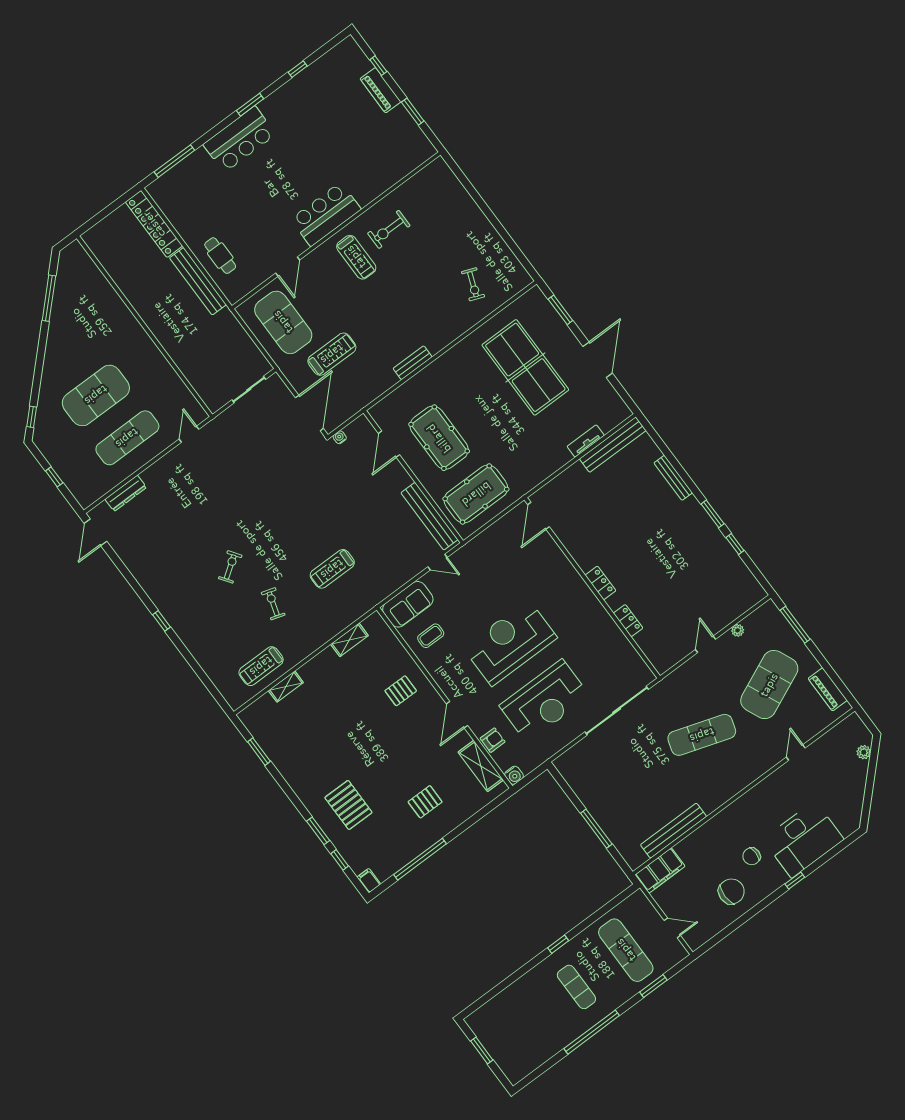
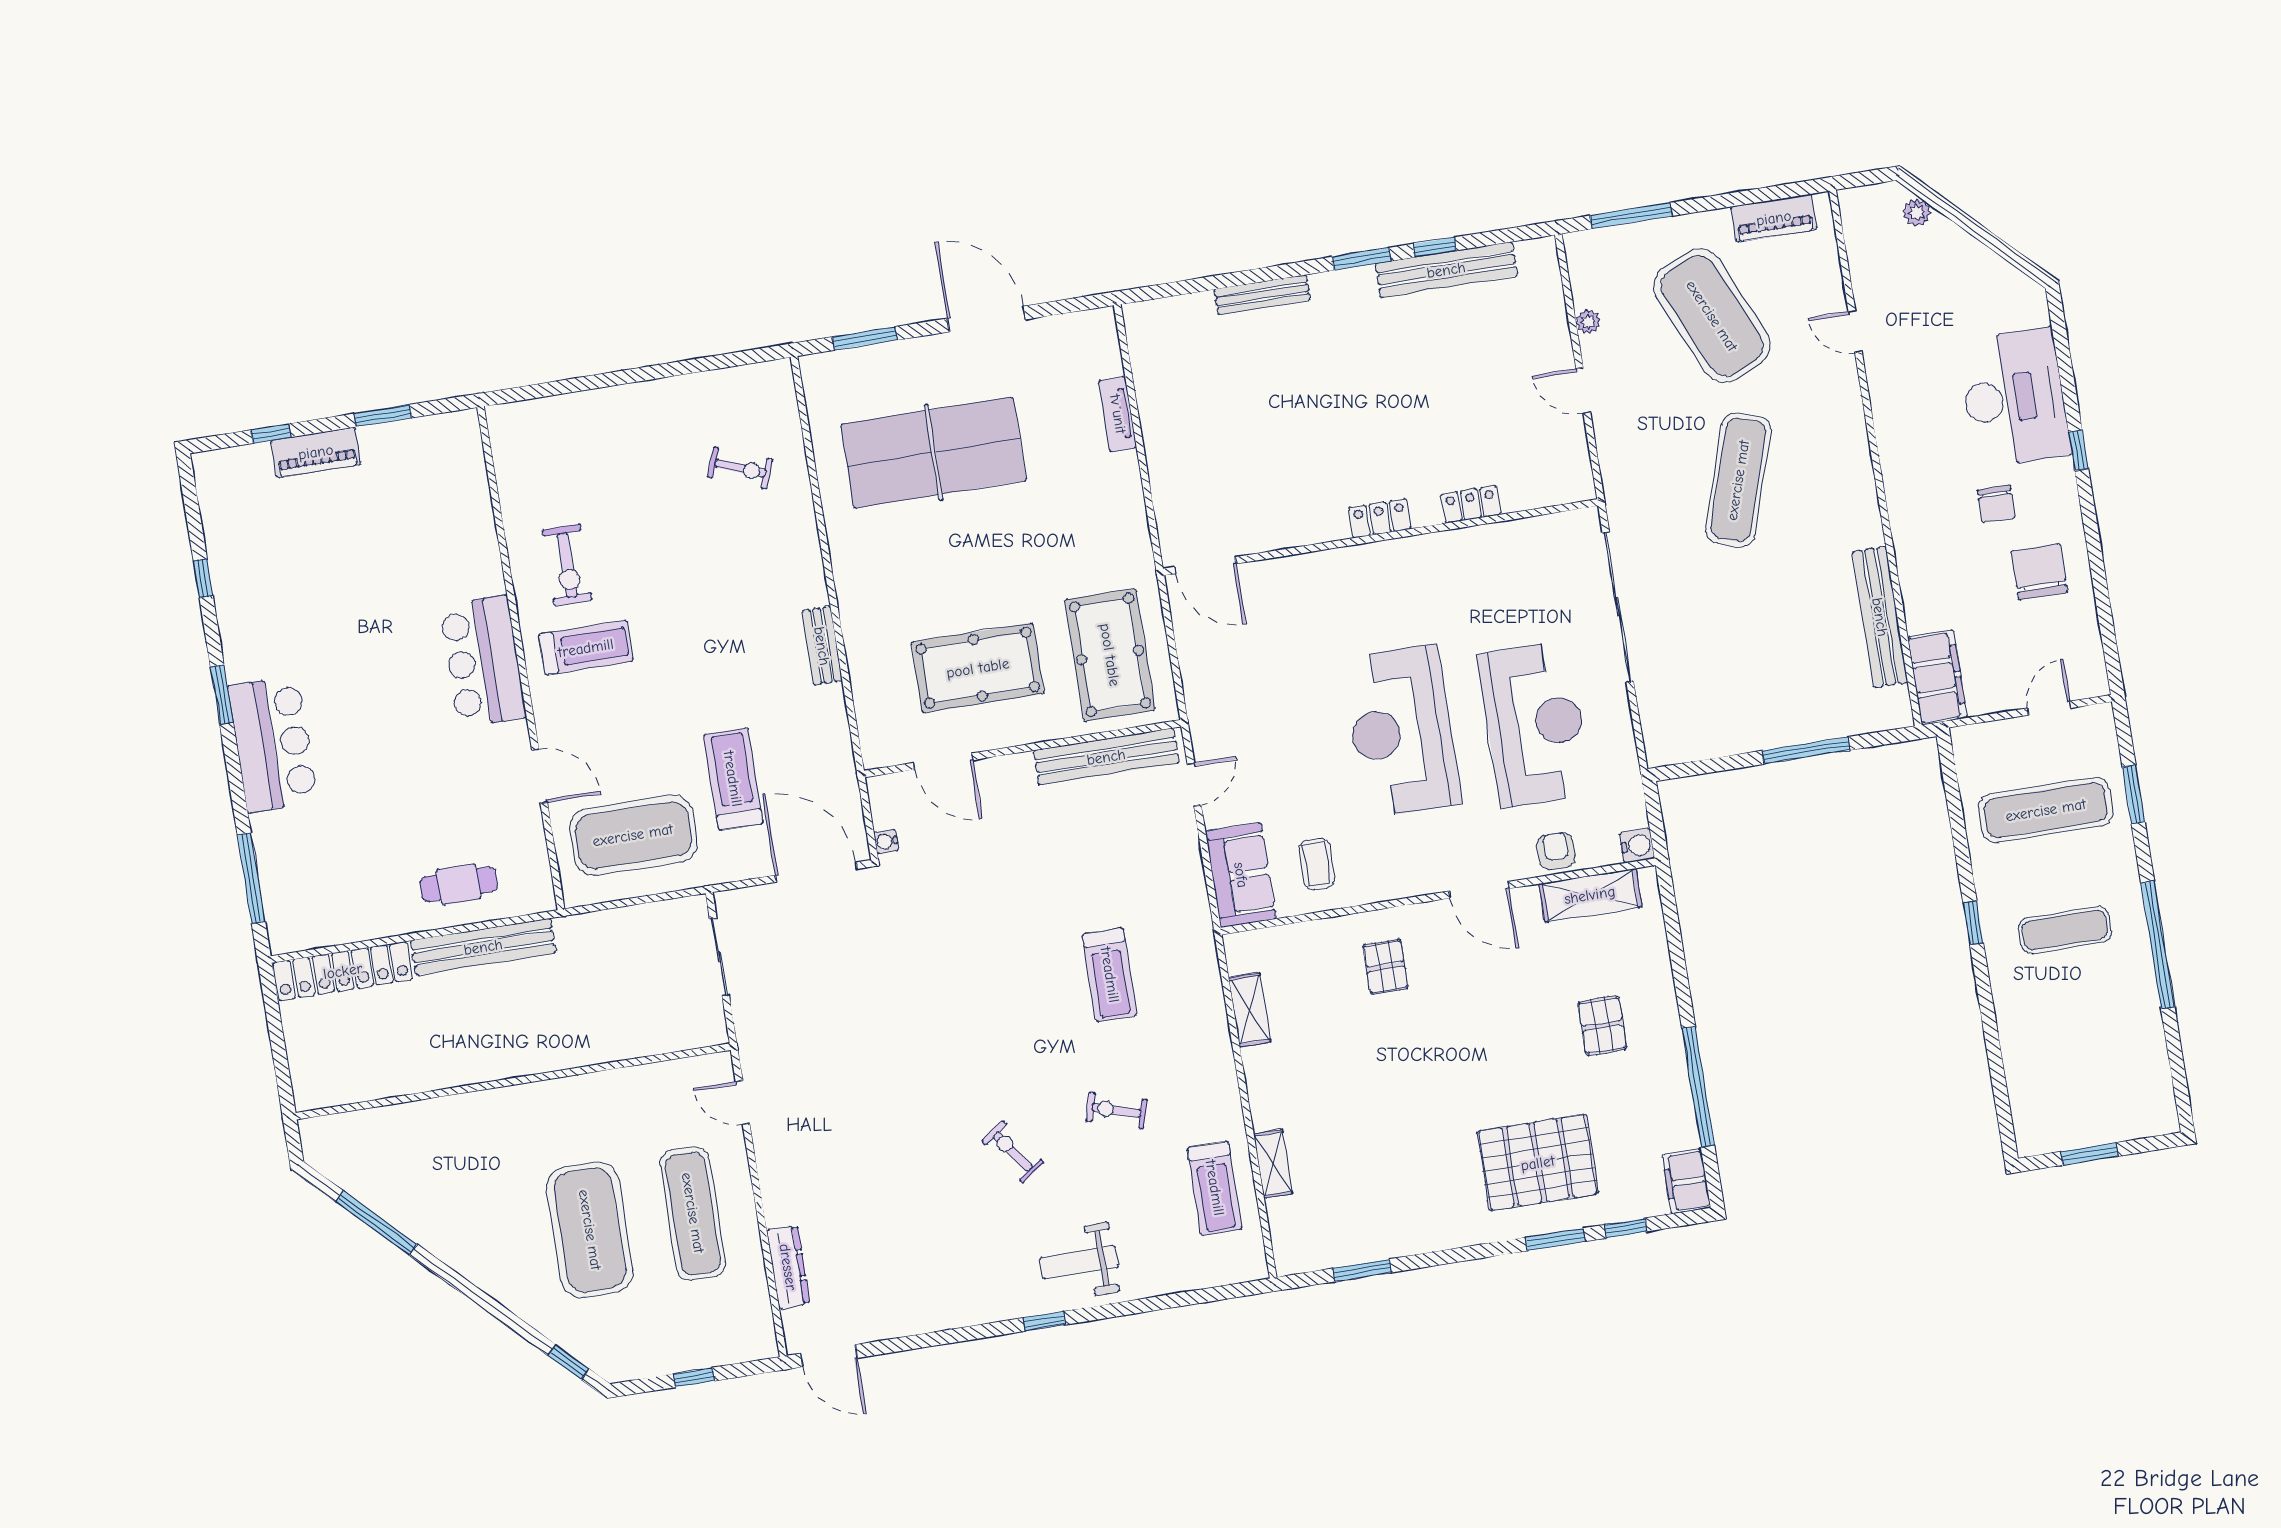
bench: (613, 445) -> (1446, 270), moved, turned 90
weight bench: (196, 623) -> (1079, 1262), added
pallet: (348, 805) -> (1538, 1163), width x1.37, depth x1.41
filing cabinet: (369, 881) -> (1686, 1181), width x2.00

